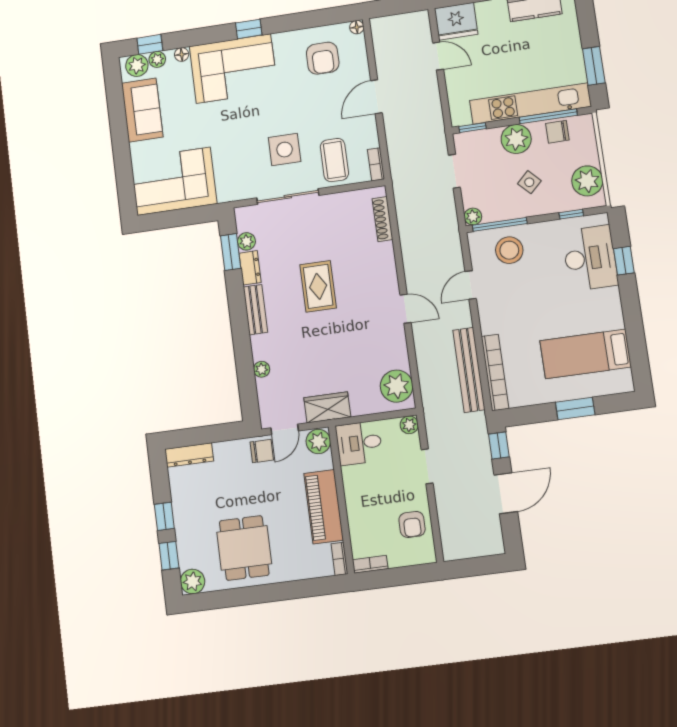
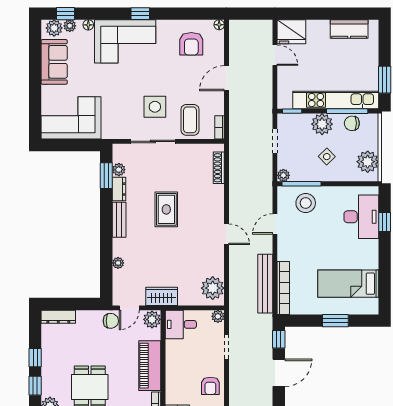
window: (571, 214) -> (353, 184), removed

